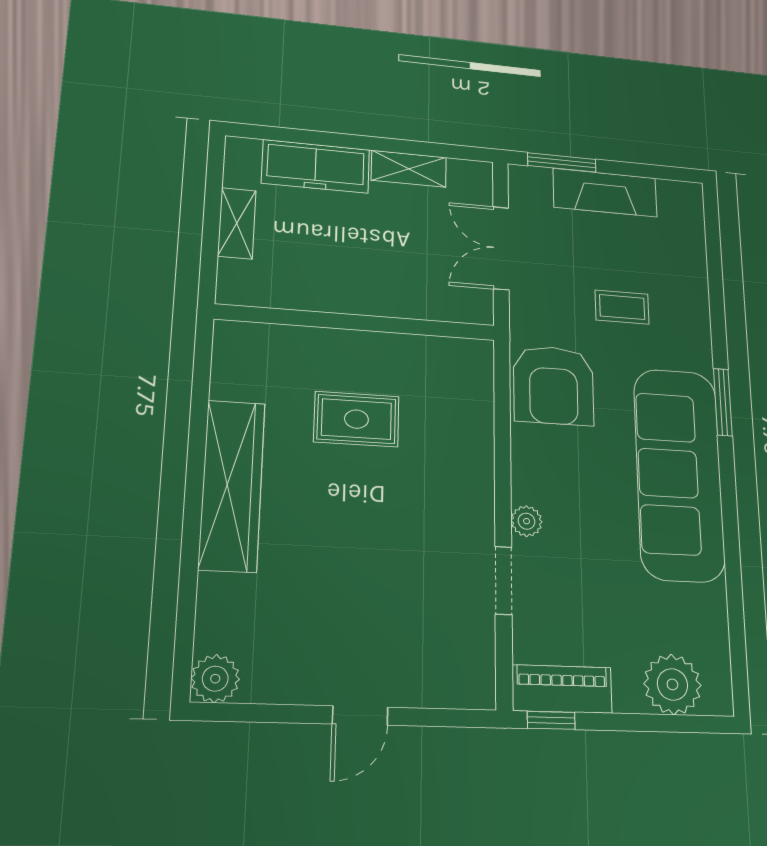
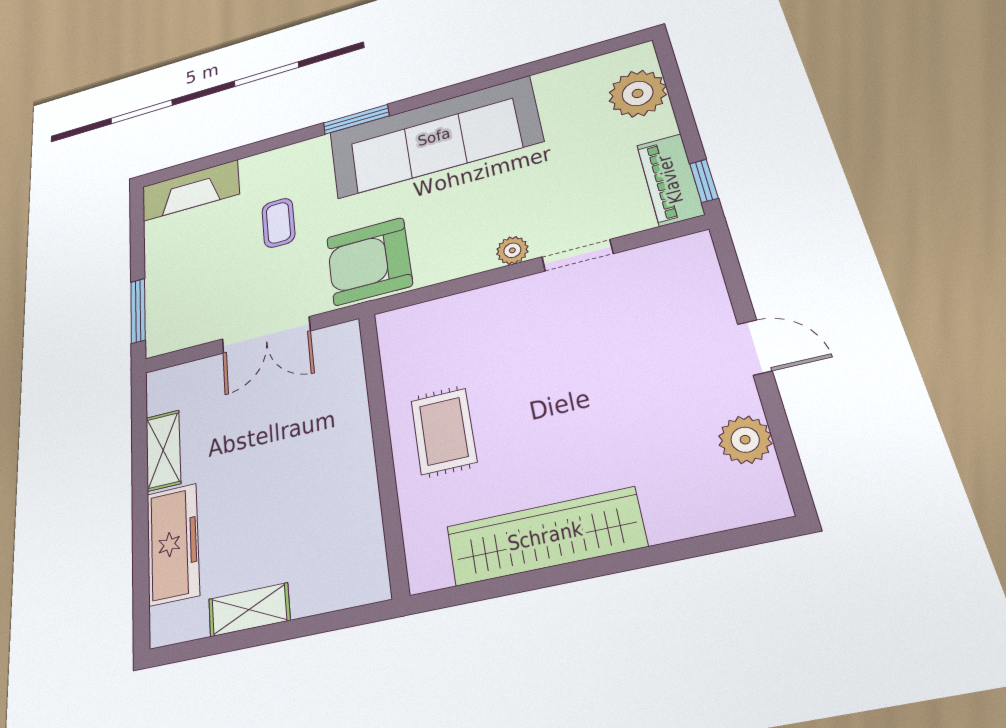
fireplace: (605, 193) -> (190, 190), moved, turned 90
double door: (501, 248) -> (266, 335), moved
wall: (357, 322) -> (383, 448), moved
armchair: (554, 385) -> (369, 261), turned 180
plant: (215, 679) -> (745, 440), moved

